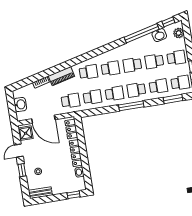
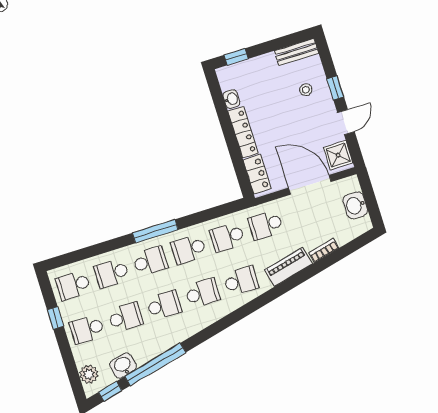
school desk: (110, 68) -> (202, 293), turned 180
school desk: (88, 72) -> (241, 281), turned 180
window: (173, 99) -> (82, 254), removed

